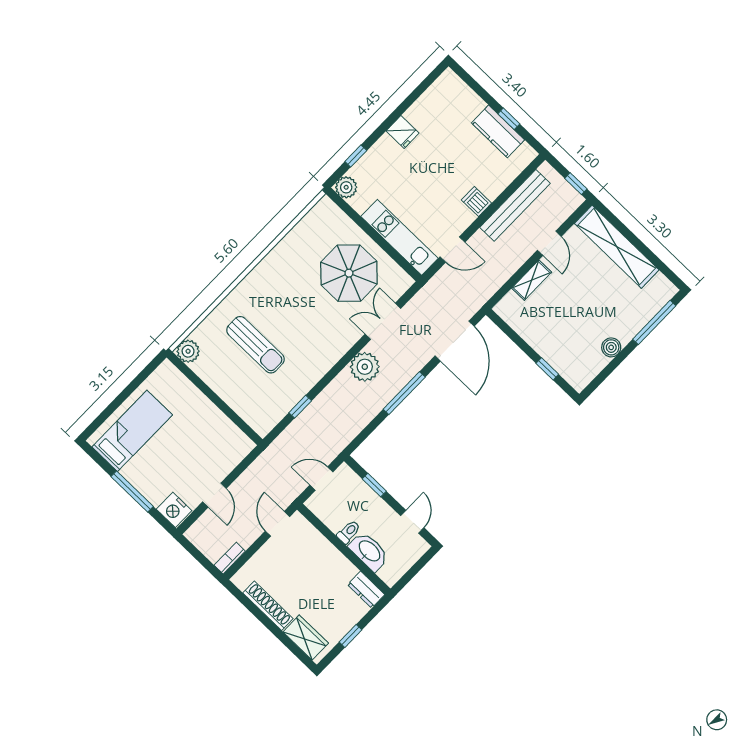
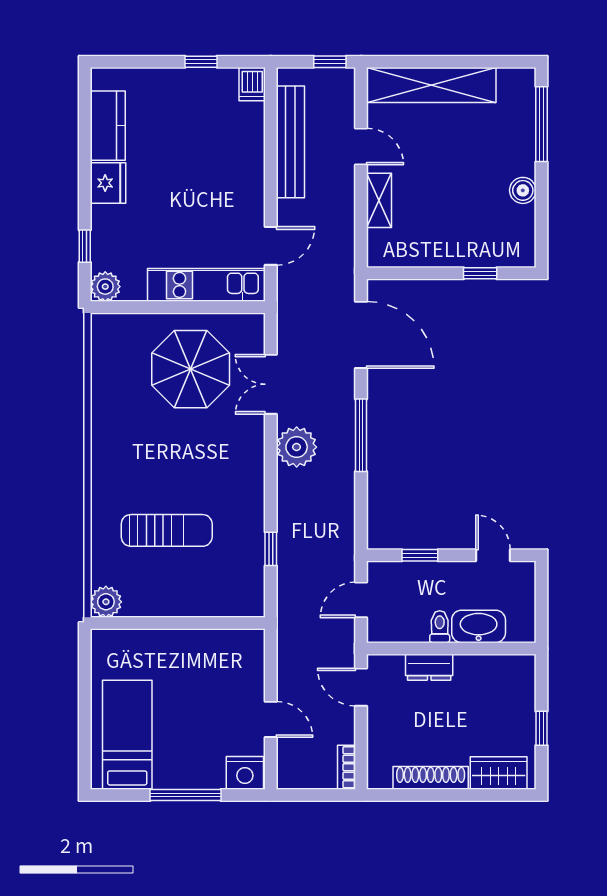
kitchen counter: (498, 131) -> (108, 126), moved, turned -90
fridge: (403, 132) -> (108, 183), width x1.38
dishwasher: (476, 202) -> (252, 84), moved, turned -90
dresser: (366, 590) -> (429, 667), moved

